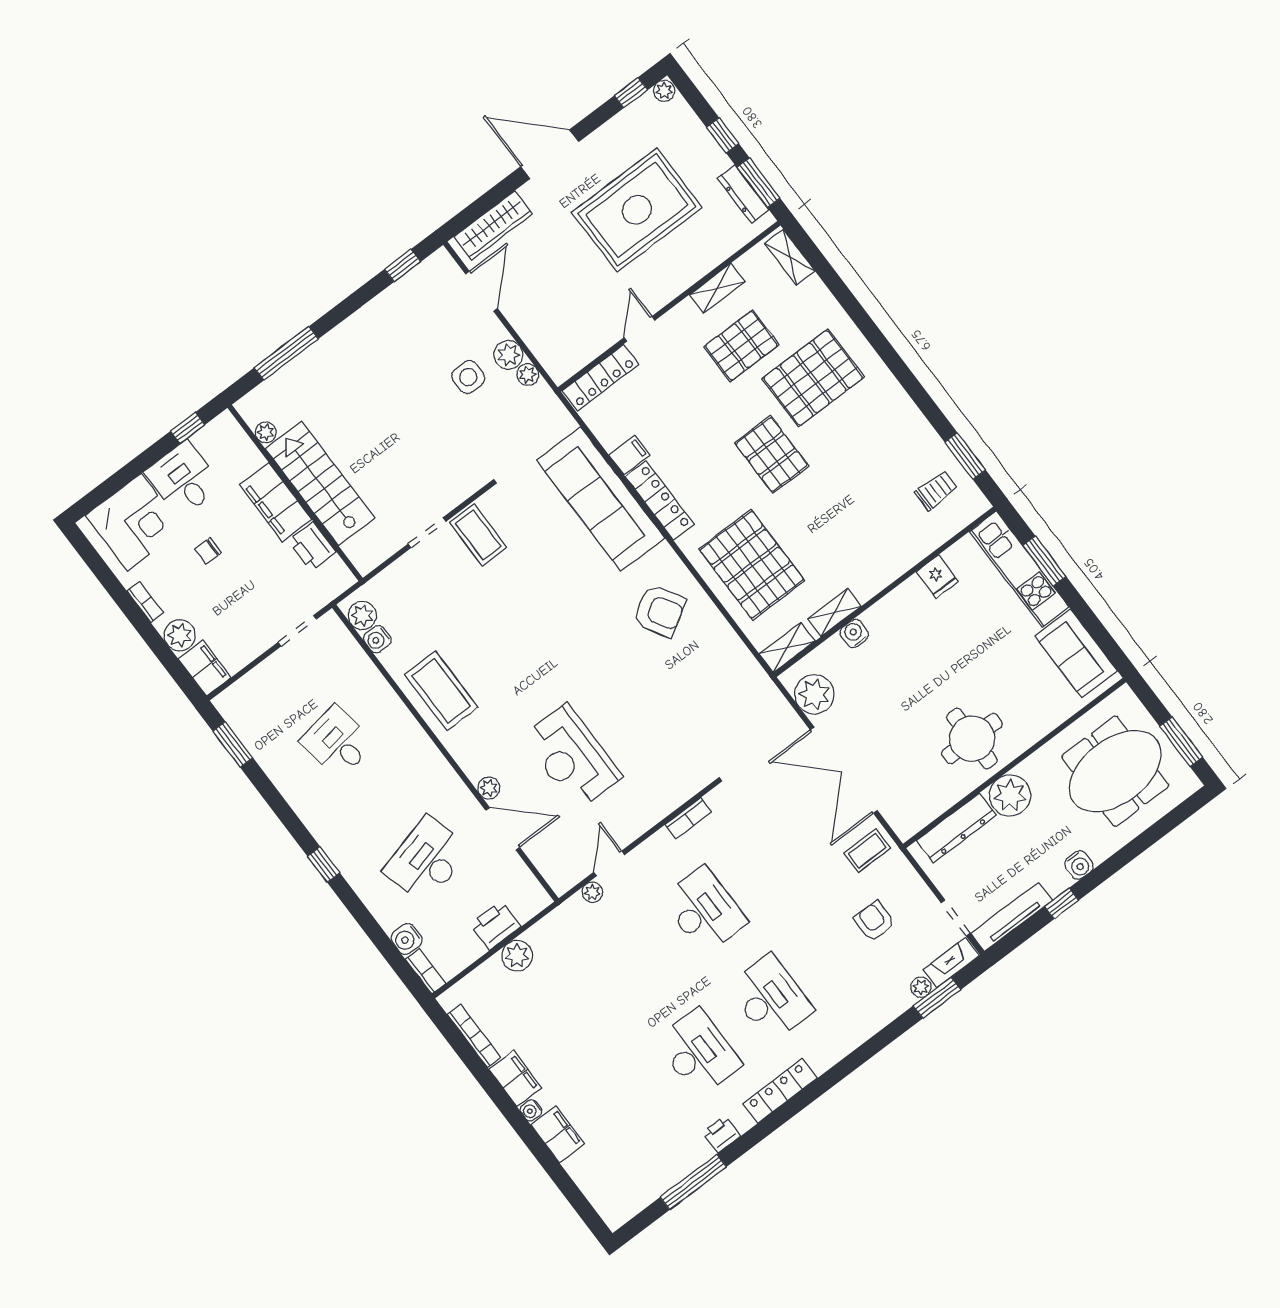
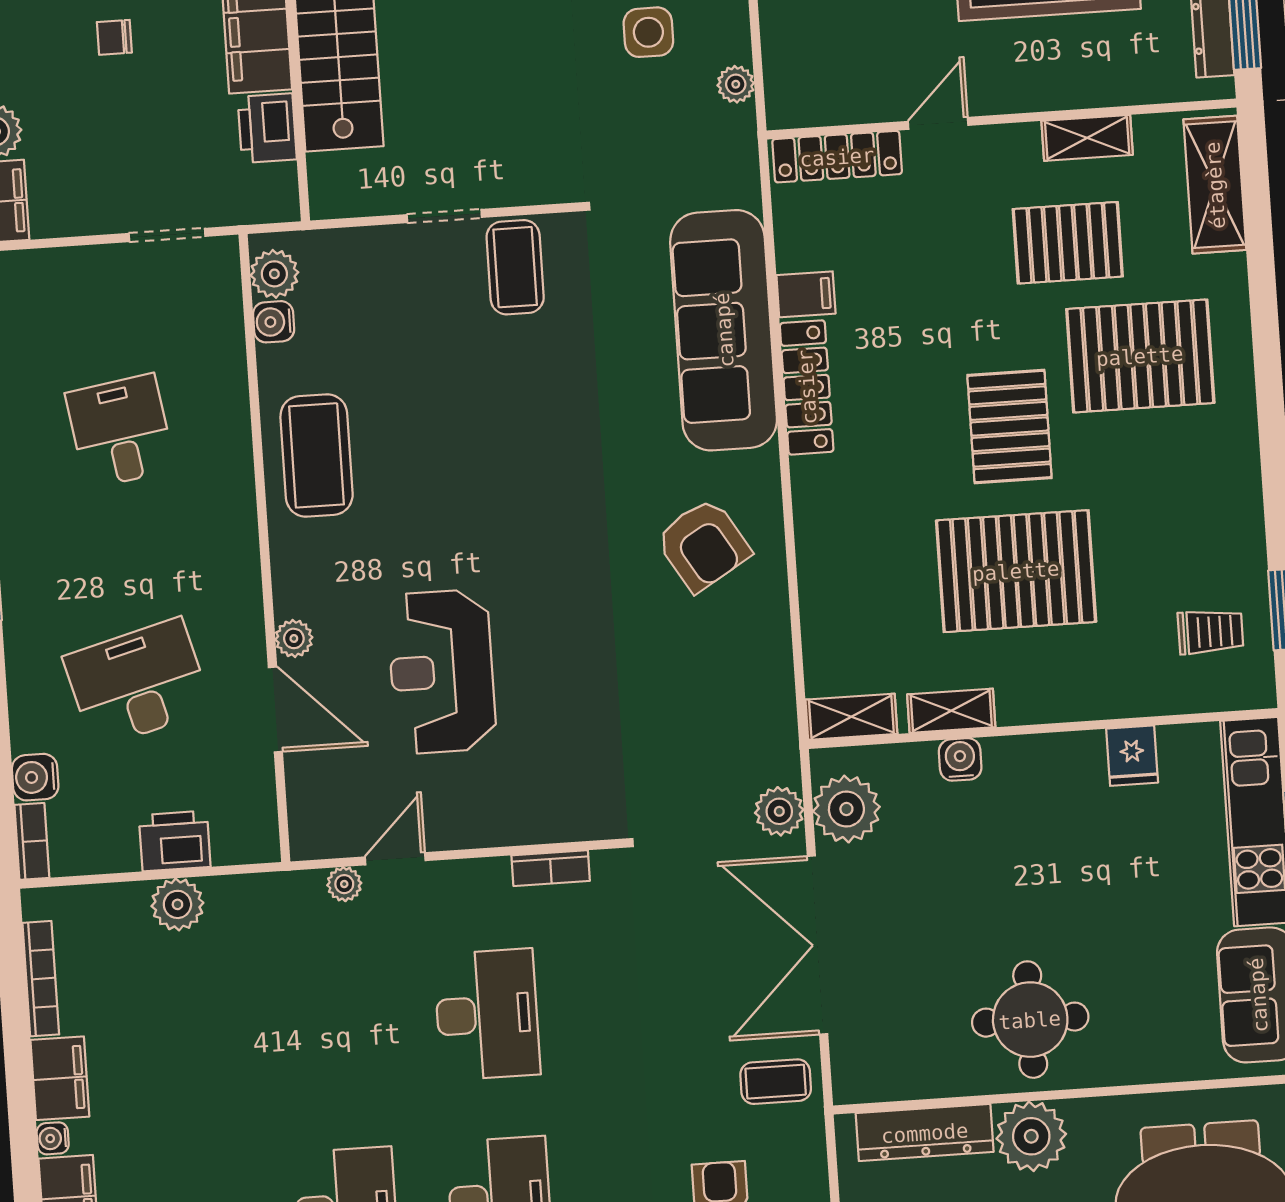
shelving: (790, 257) -> (1215, 185), width x1.50, depth x1.33
plant: (508, 355) -> (779, 811), moved
pallet: (752, 565) -> (1016, 571), moved, turned 90

